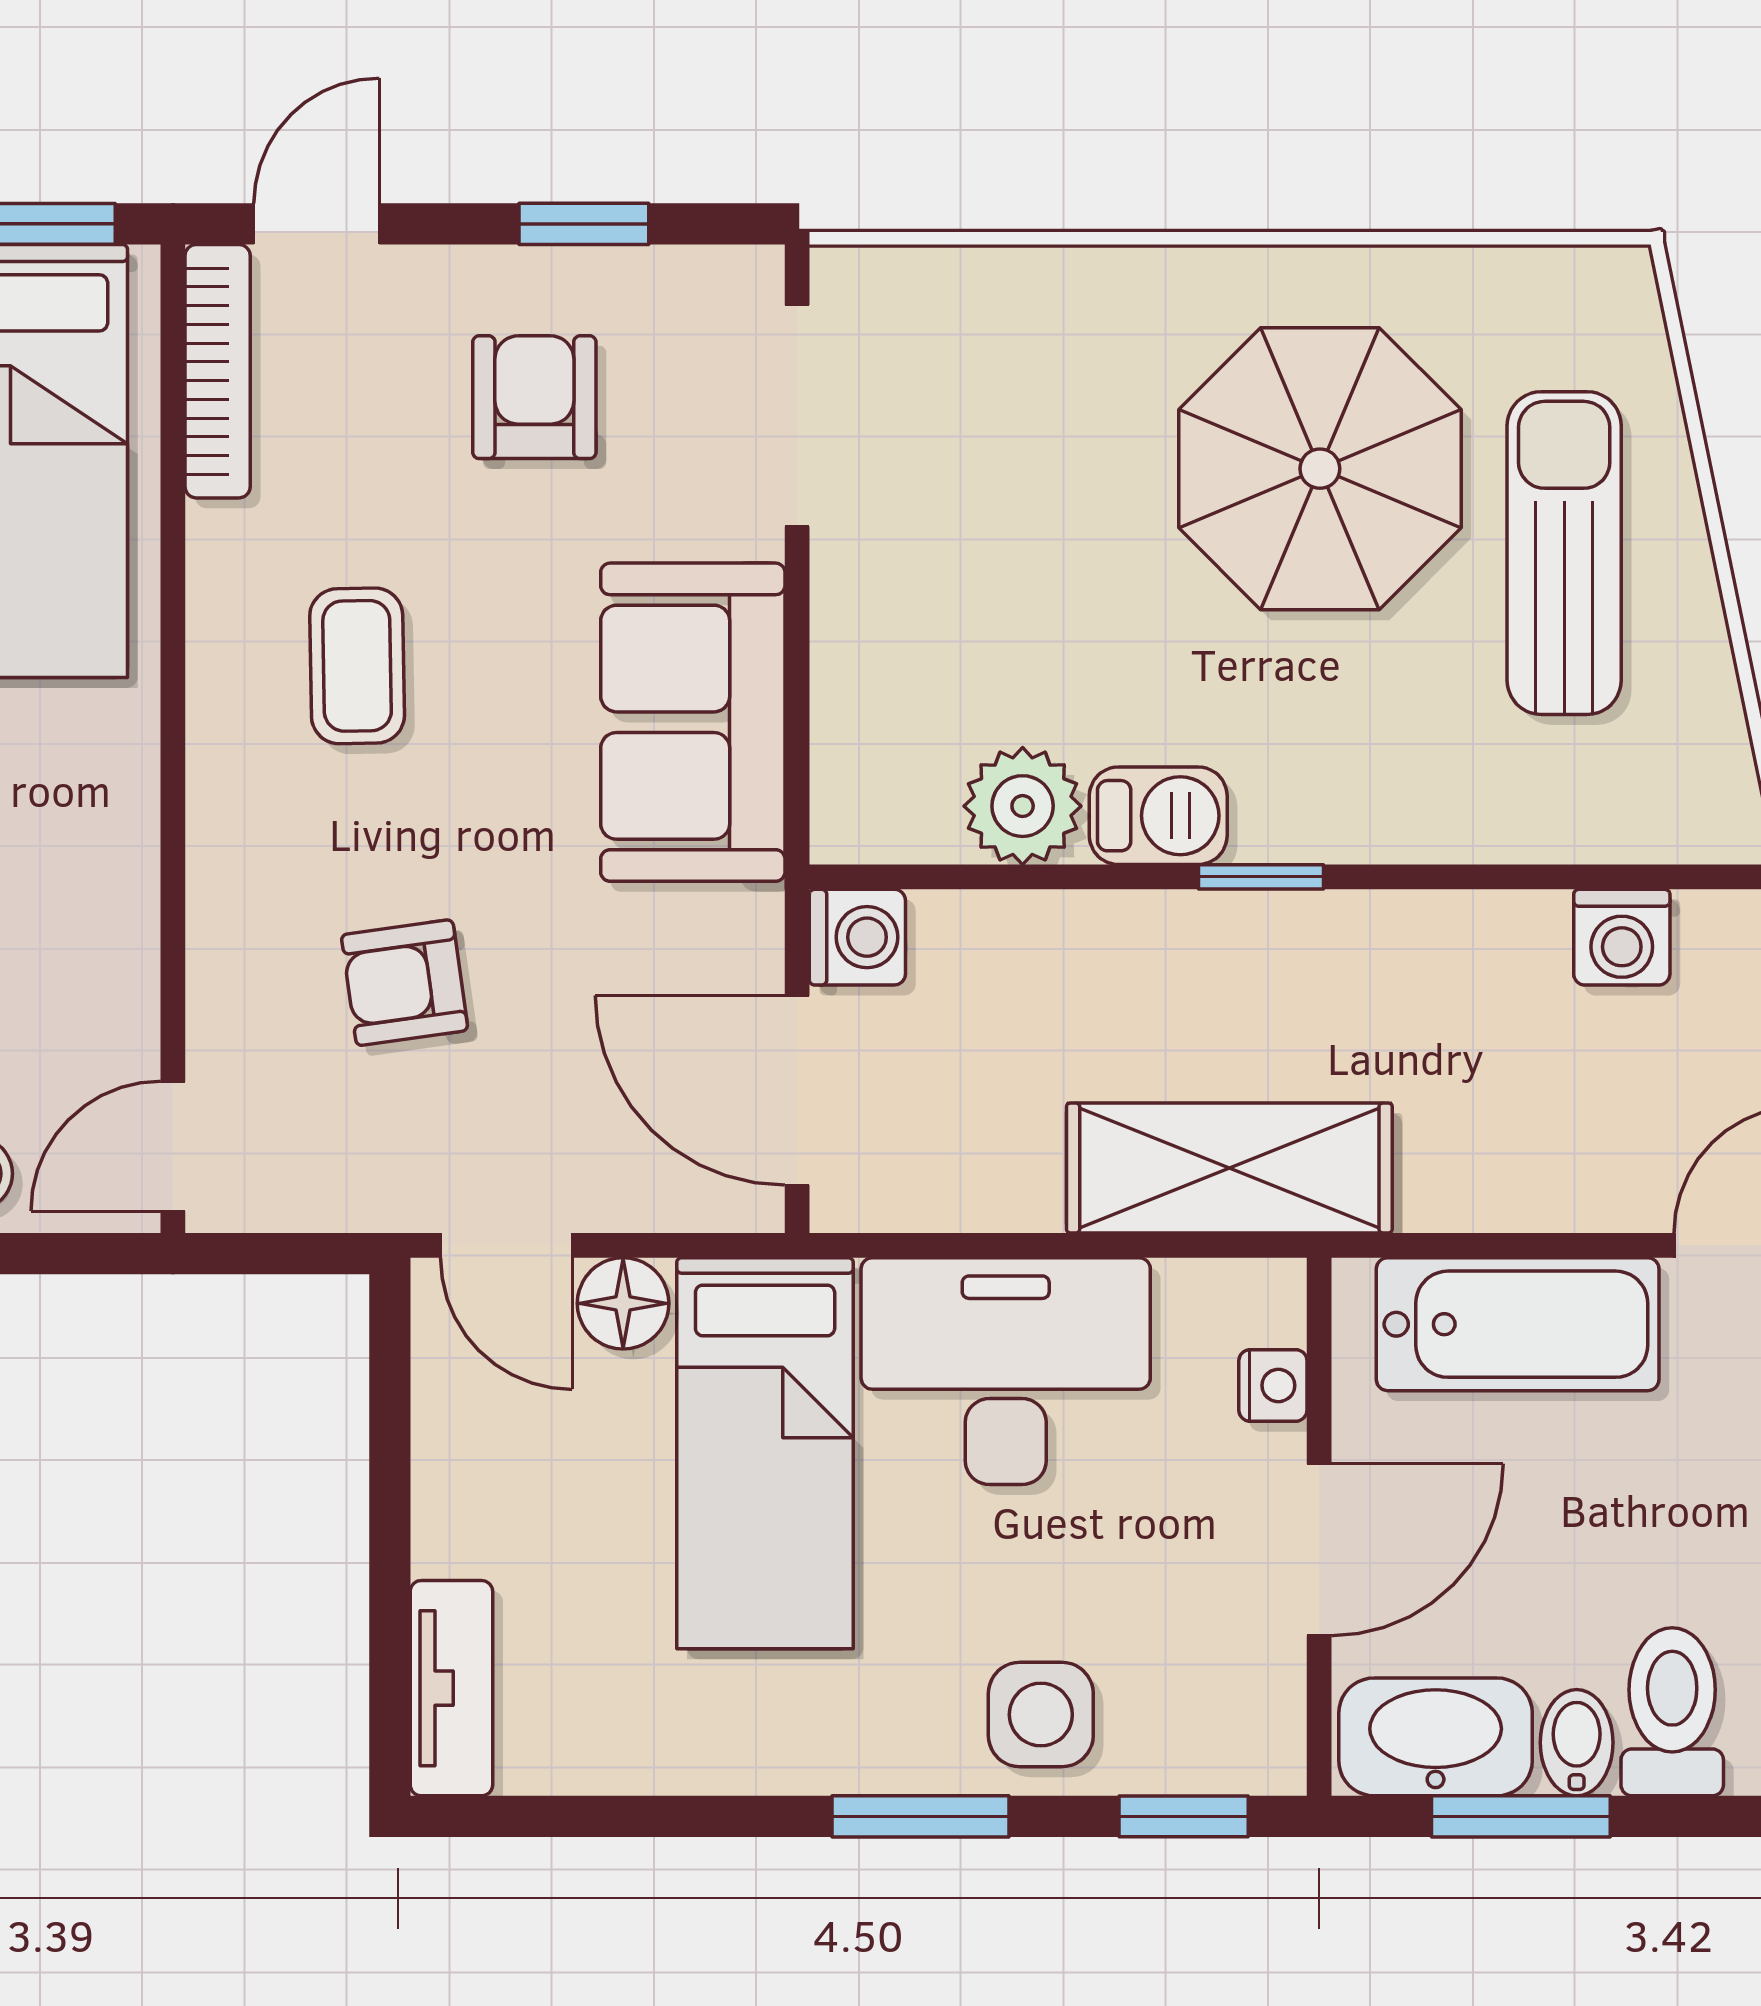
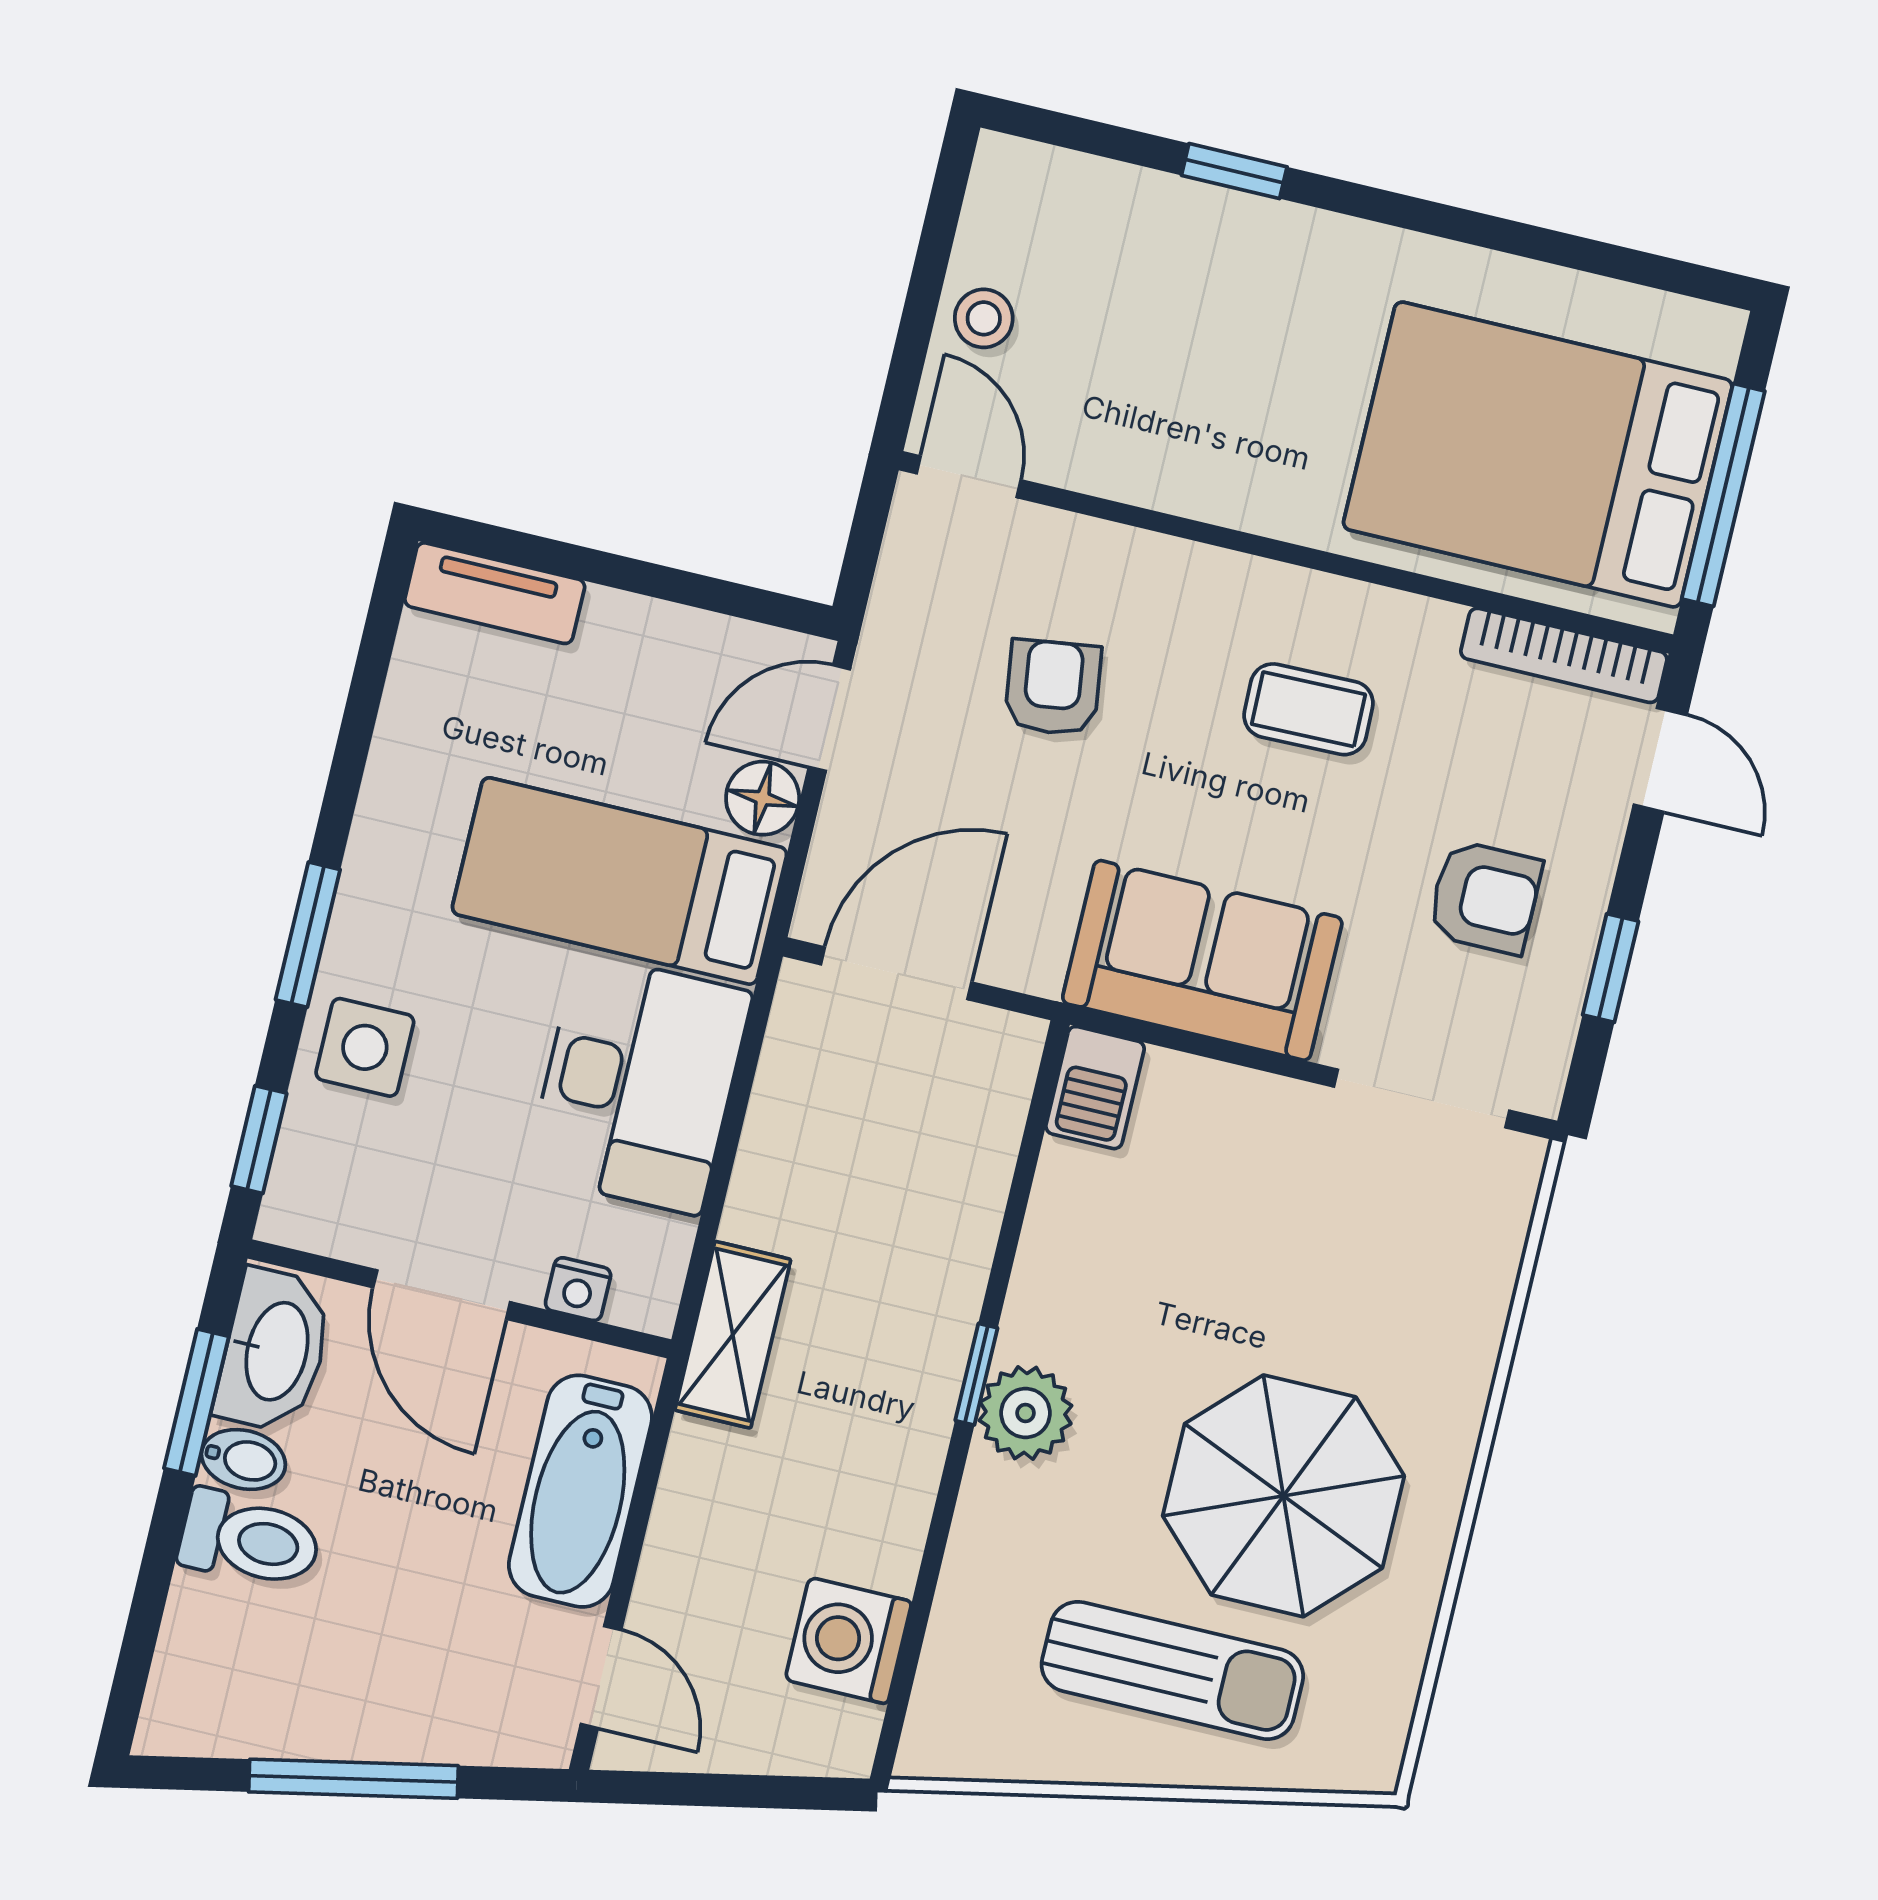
plant: (1023, 806) -> (1025, 1413), moved
barbecue: (1158, 816) -> (1095, 1088), moved
washing machine: (857, 937) -> (1004, 1049), removed
washing machine: (1622, 937) -> (848, 1641), width x1.38, depth x1.38
shelving: (1229, 1168) -> (733, 1335), width x0.67, depth x0.75

